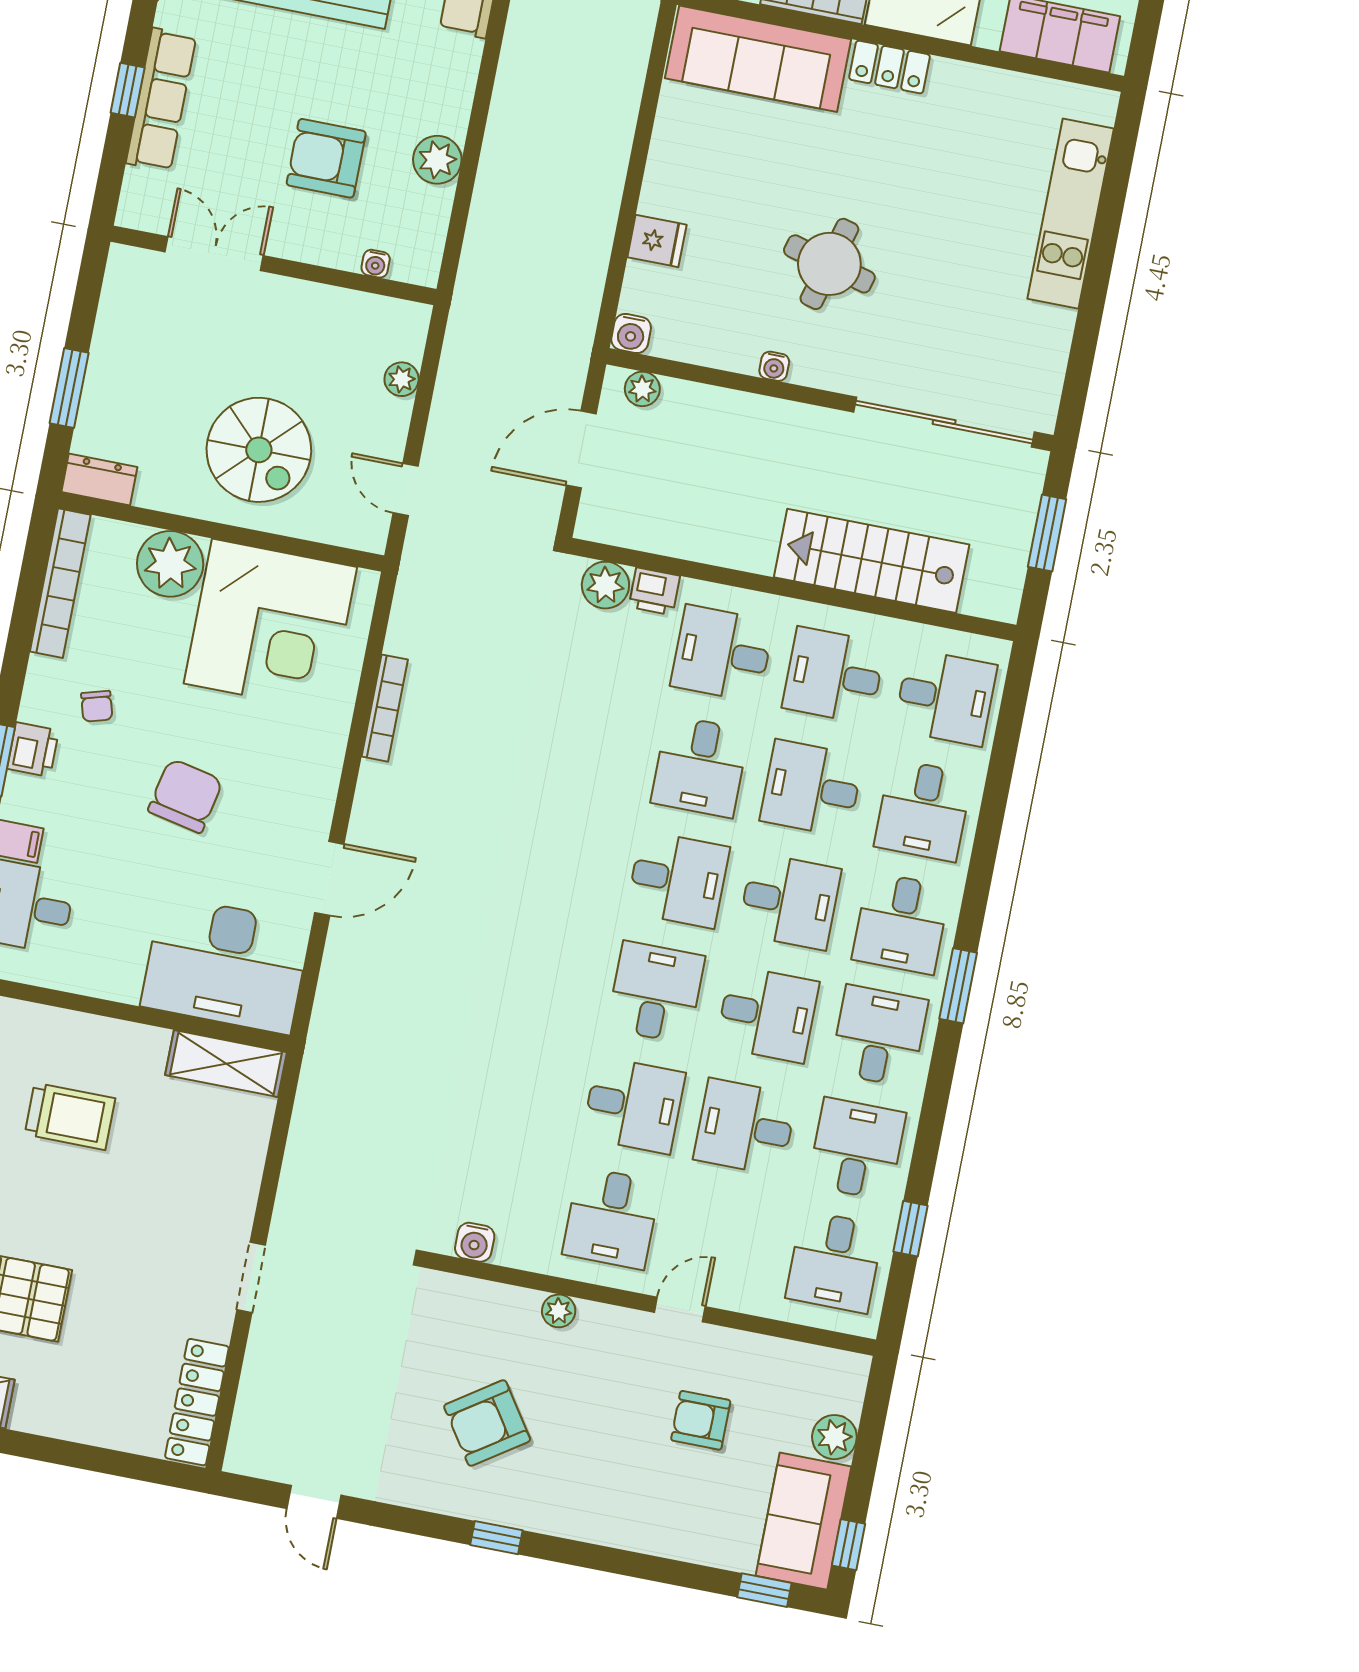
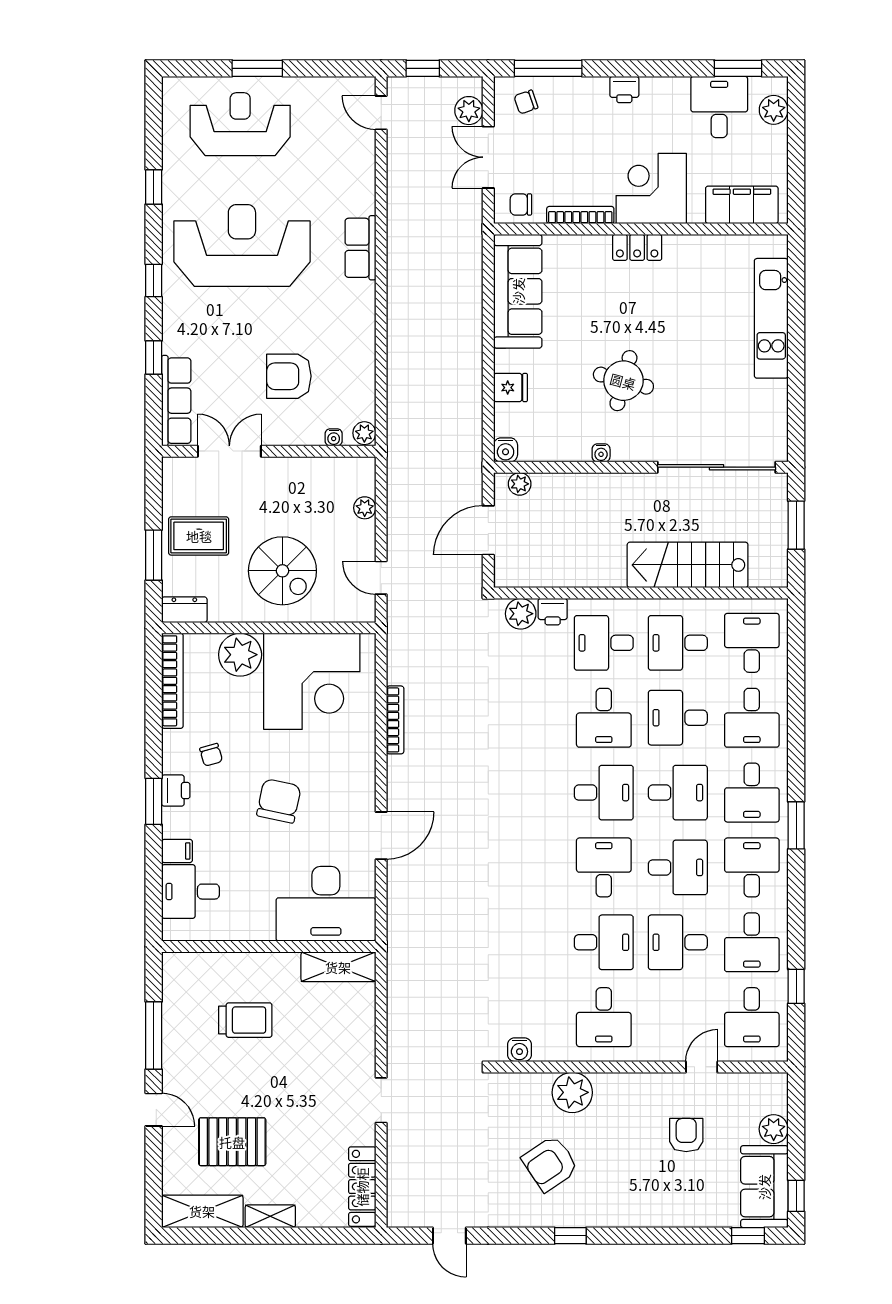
sofa: (758, 59) -> (518, 291), moved, turned -90
row of seats: (161, 100) -> (176, 401), moved
plant: (437, 160) -> (364, 433), moved, width x0.73, depth x0.73
rug: (143, 372) -> (199, 536), added
desk: (945, 697) -> (752, 643), turned -90
desk: (857, 1149) -> (752, 942), turned 180
door: (680, 1309) -> (702, 1067), moved
plant: (559, 1311) -> (572, 1092), width x1.88, depth x1.88
shelving: (50, 1420) -> (270, 1216), added
armchair: (701, 1420) -> (686, 1135), turned 90

